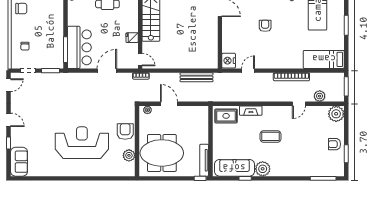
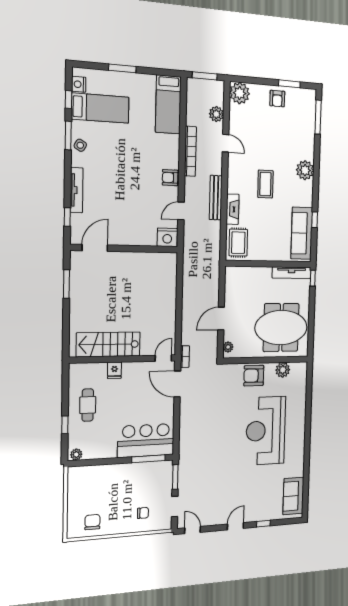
armchair: (265, 26) -> (170, 178), moved
fridge: (132, 38) -> (114, 370), moved
door: (107, 71) -> (177, 384), moved
door: (248, 71) -> (181, 211), hinge flipped
bench: (196, 77) -> (216, 198), moved
meeting table: (162, 153) -> (281, 328), turned 90
sofa: (19, 162) -> (293, 496), moved, turned -90
plant: (263, 169) -> (305, 170), moved

